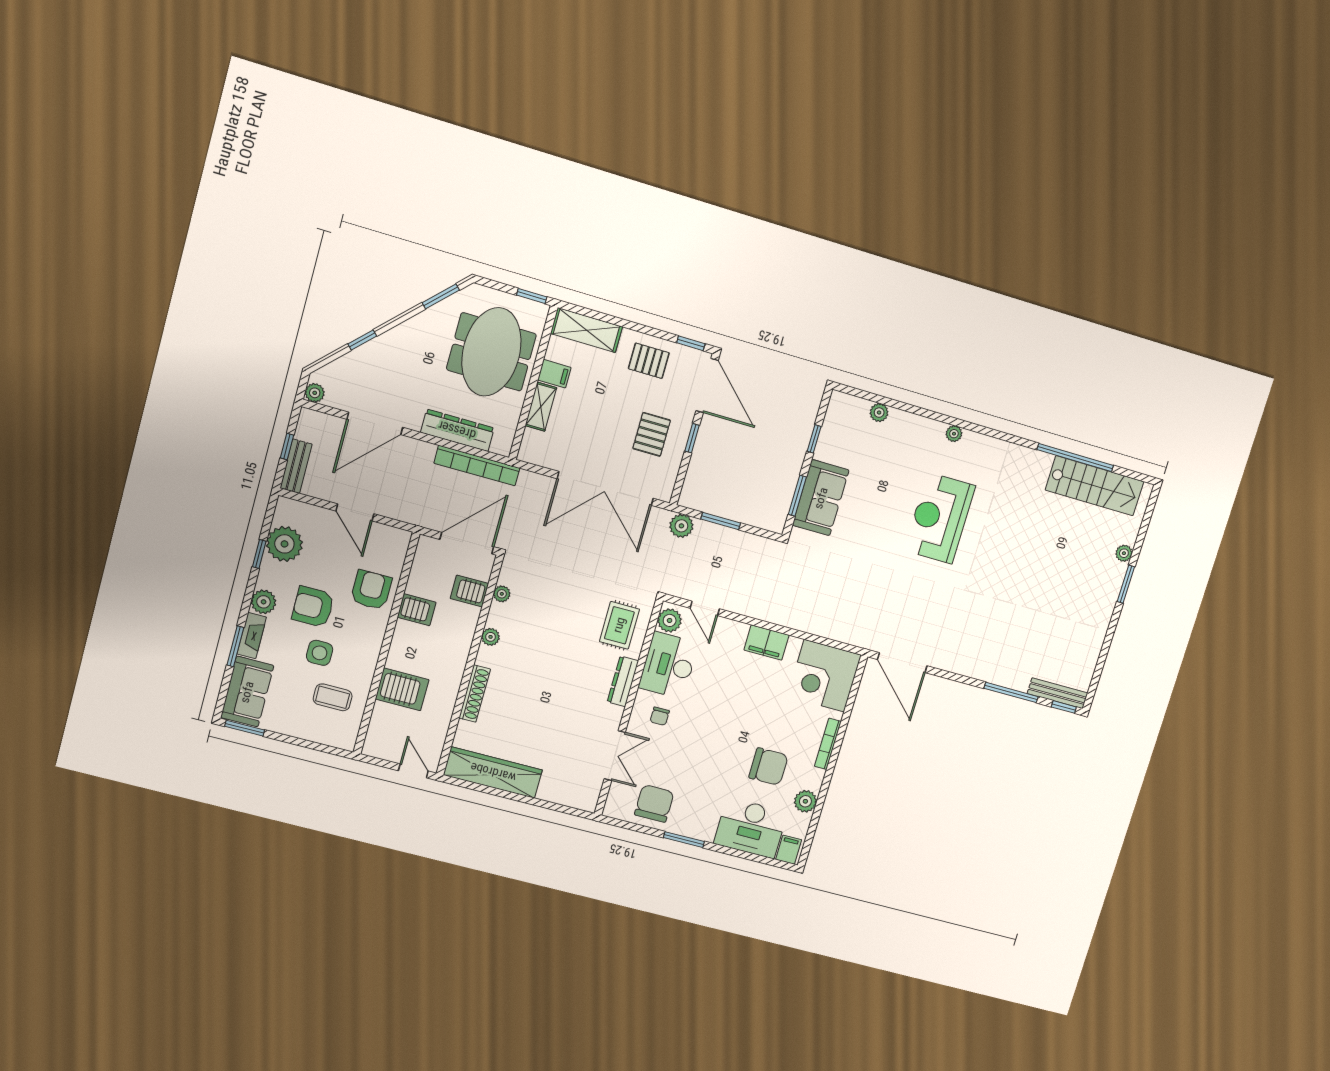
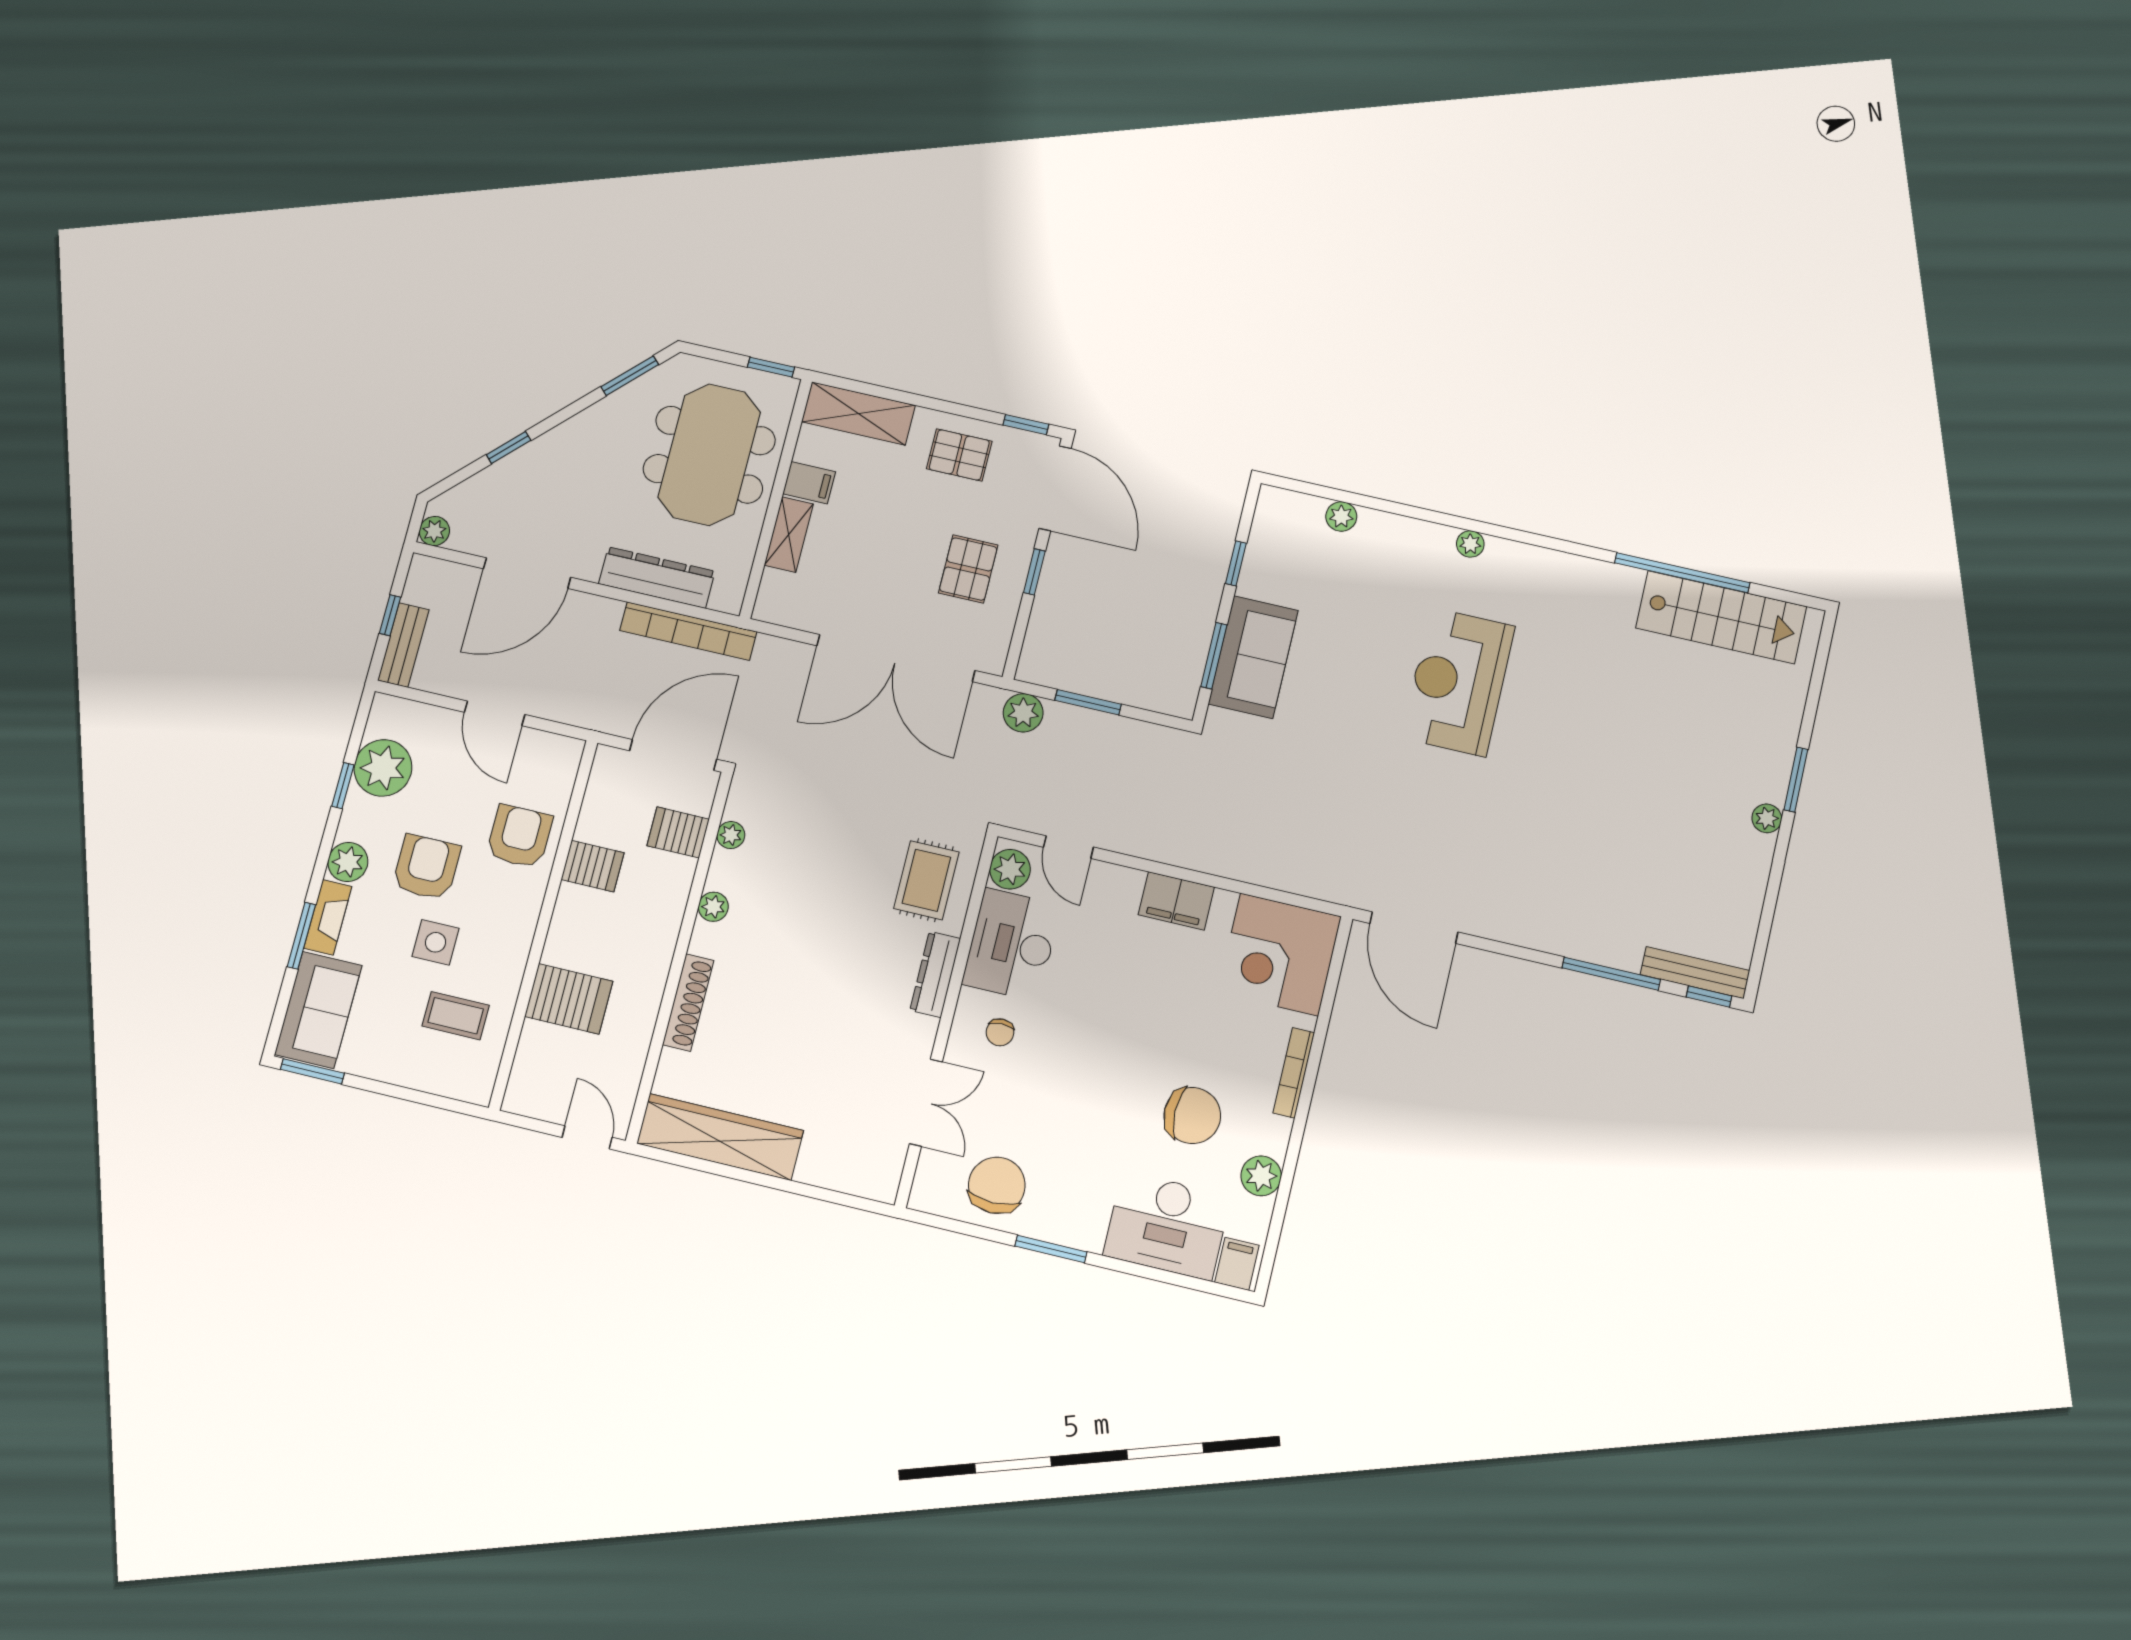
plant: (1124, 553) -> (1767, 818), moved
armchair: (313, 607) -> (426, 867), turned 90

